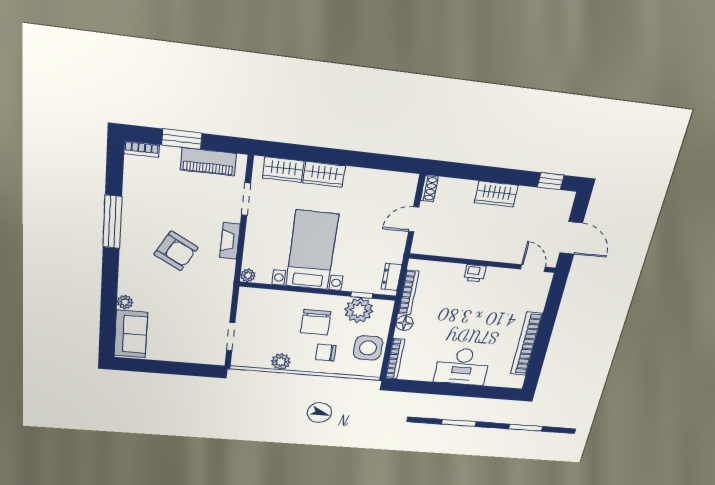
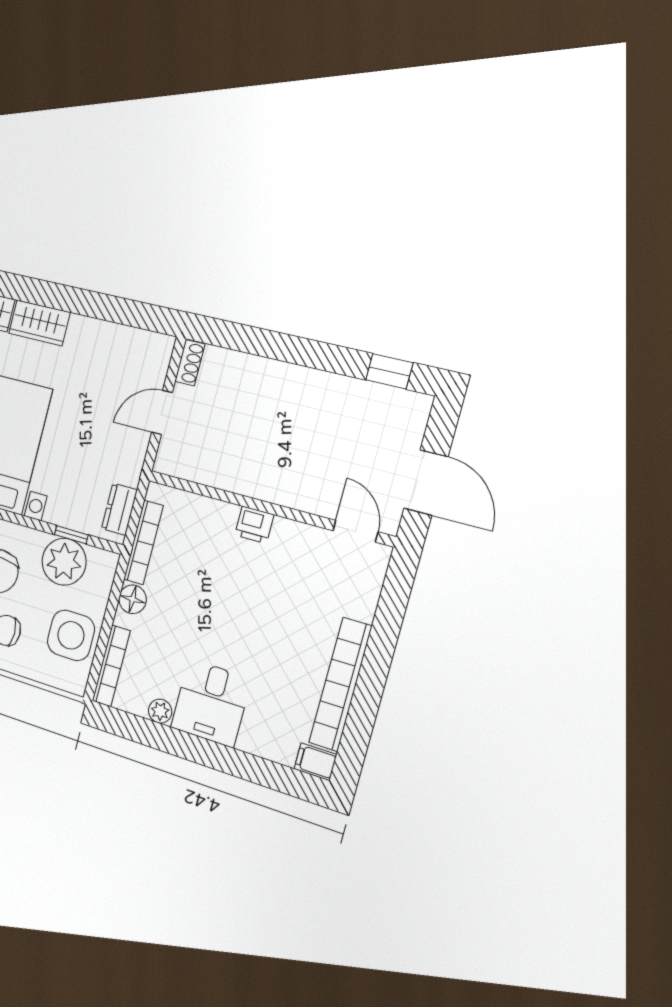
wardrobe: (496, 194) -> (296, 384), removed
desk: (462, 366) -> (211, 703), width x0.73
plant: (426, 375) -> (160, 711), added
filing cabinet: (514, 382) -> (315, 762), added

